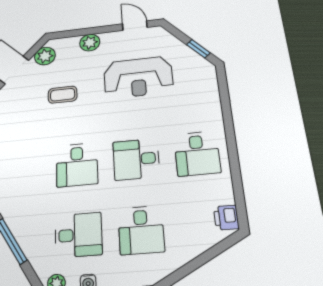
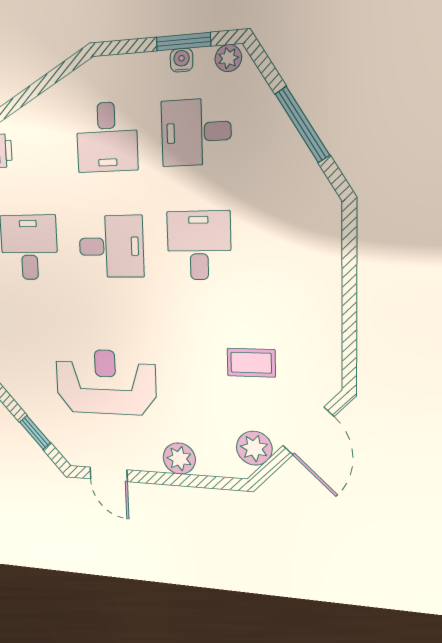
window: (198, 49) -> (35, 432), moved
coffee table: (63, 95) -> (251, 363), moved
desk: (141, 230) -> (107, 137), turned 180

